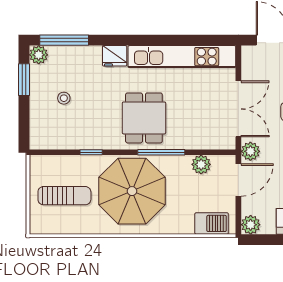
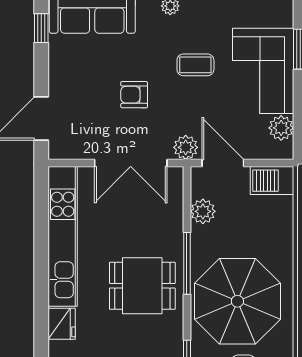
double door: (238, 109) -> (131, 163), swing flipped
barbecue: (212, 223) -> (272, 181), moved, turned -90
plant: (251, 225) -> (281, 128), moved

